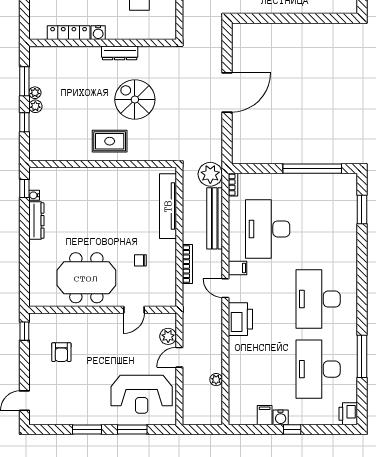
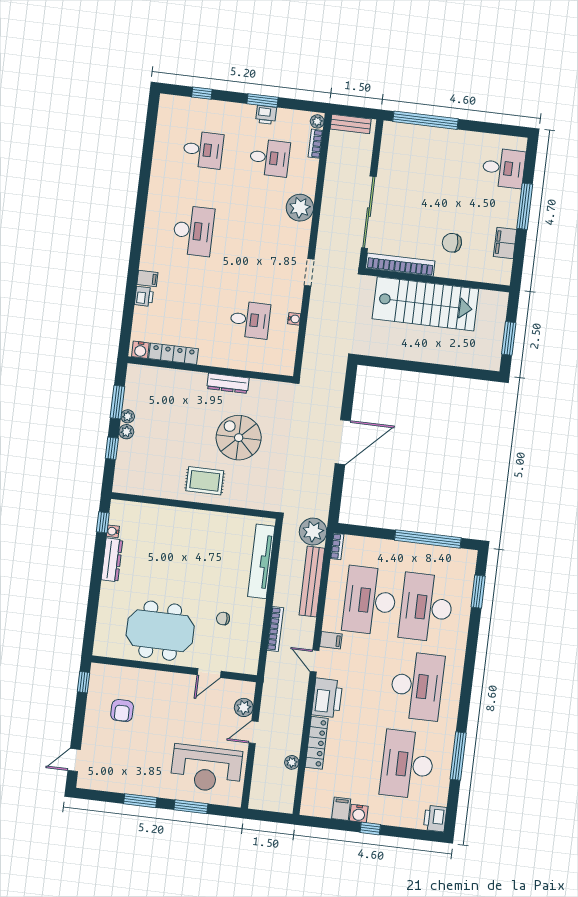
water cooler: (98, 33) -> (140, 350), moved
desk: (318, 229) -> (426, 607), added
desk: (318, 299) -> (417, 686), turned 180
locker: (236, 360) -> (317, 743), added

